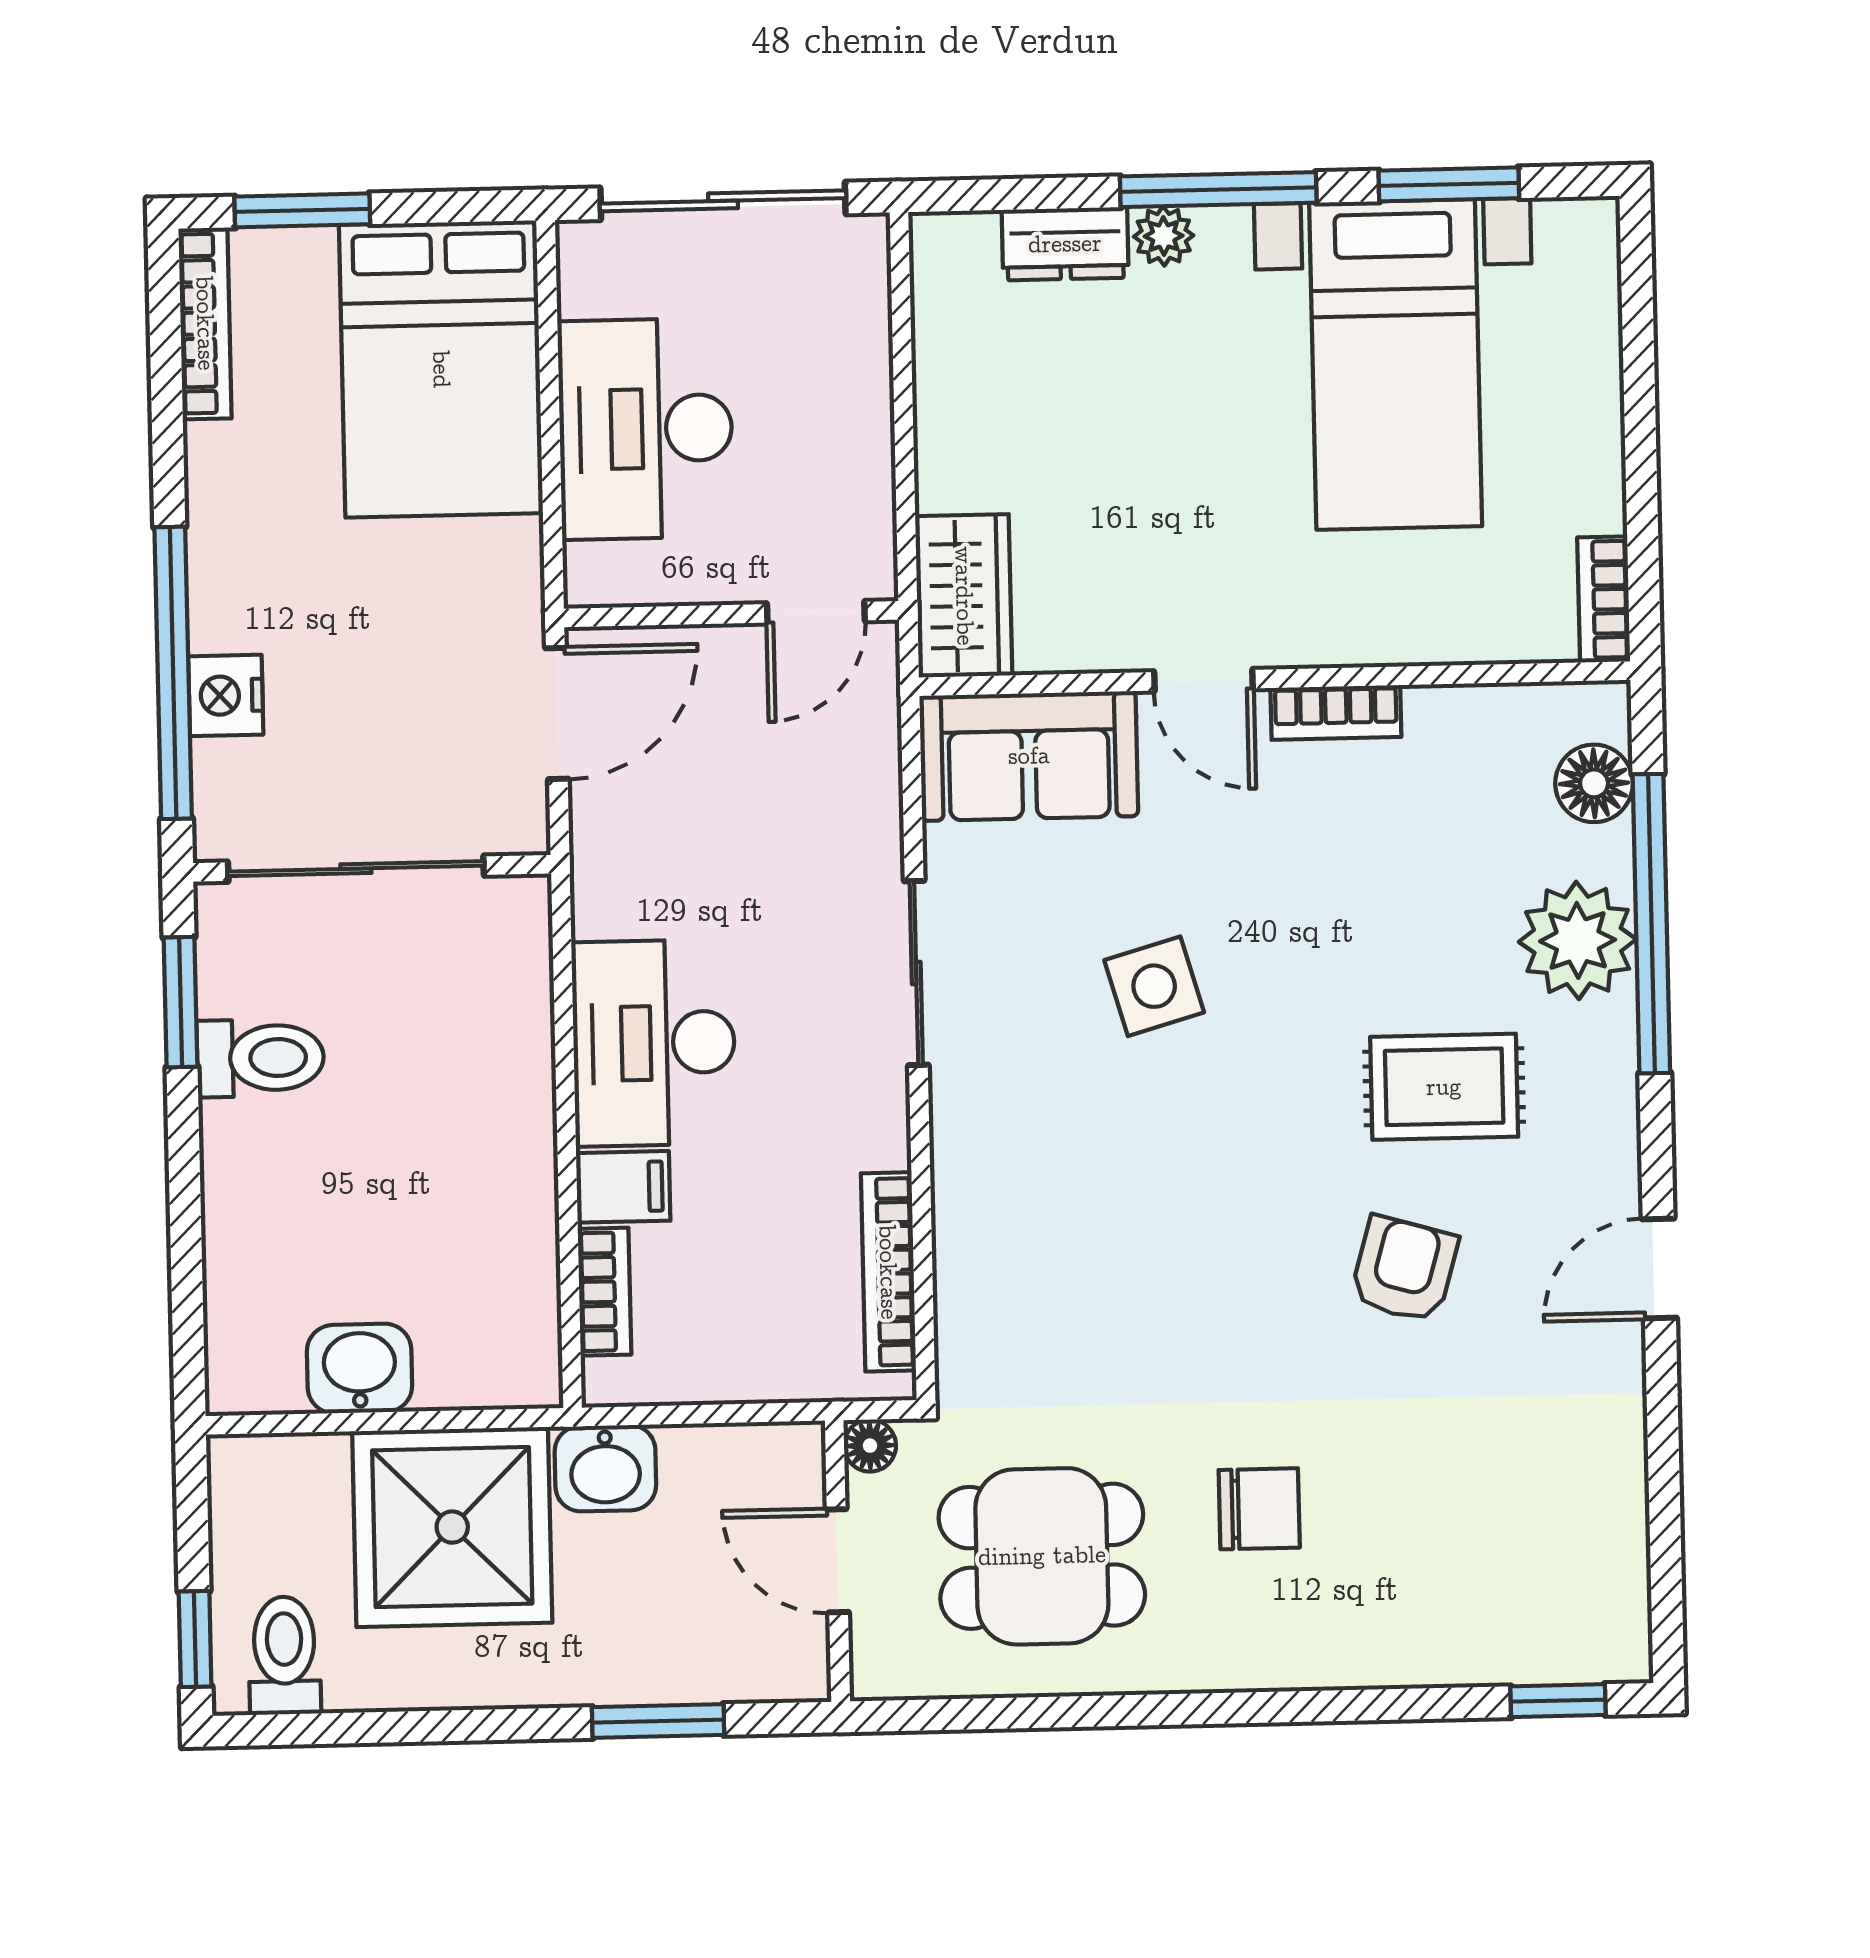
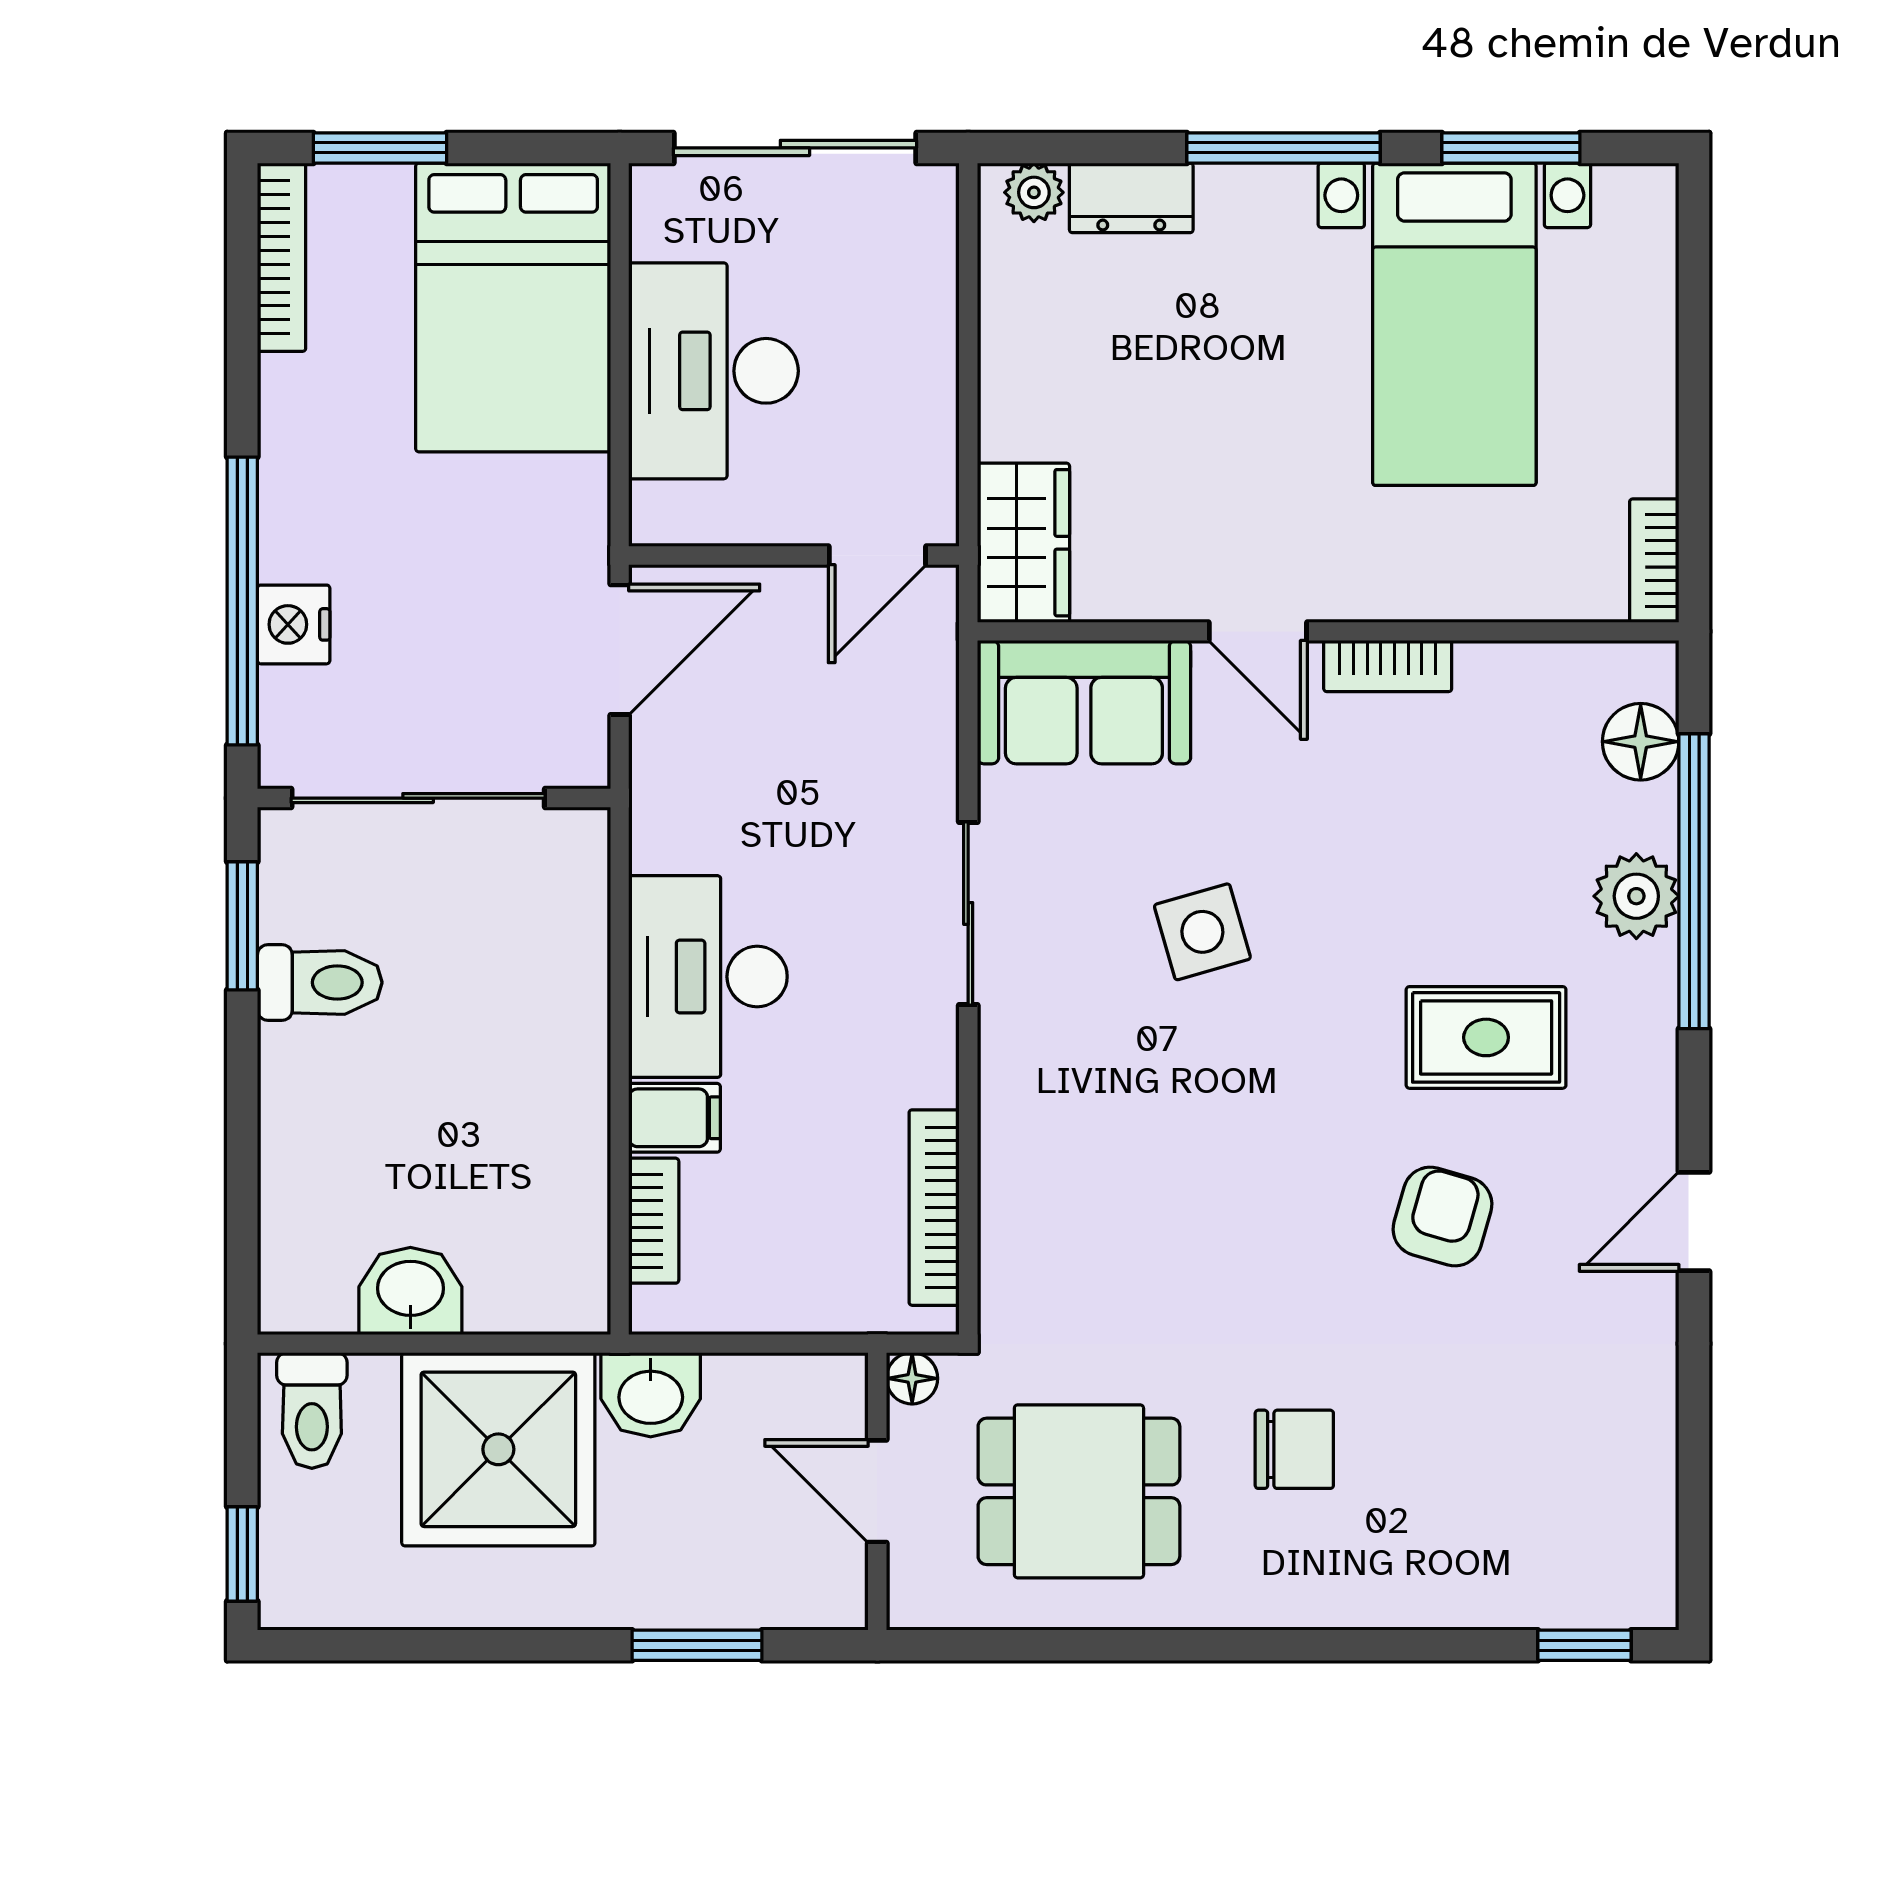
plant: (1164, 236) -> (1034, 192), moved
plant: (1578, 940) -> (1636, 896), width x0.73, depth x0.73
toilet: (284, 1655) -> (312, 1411), moved, turned 180

